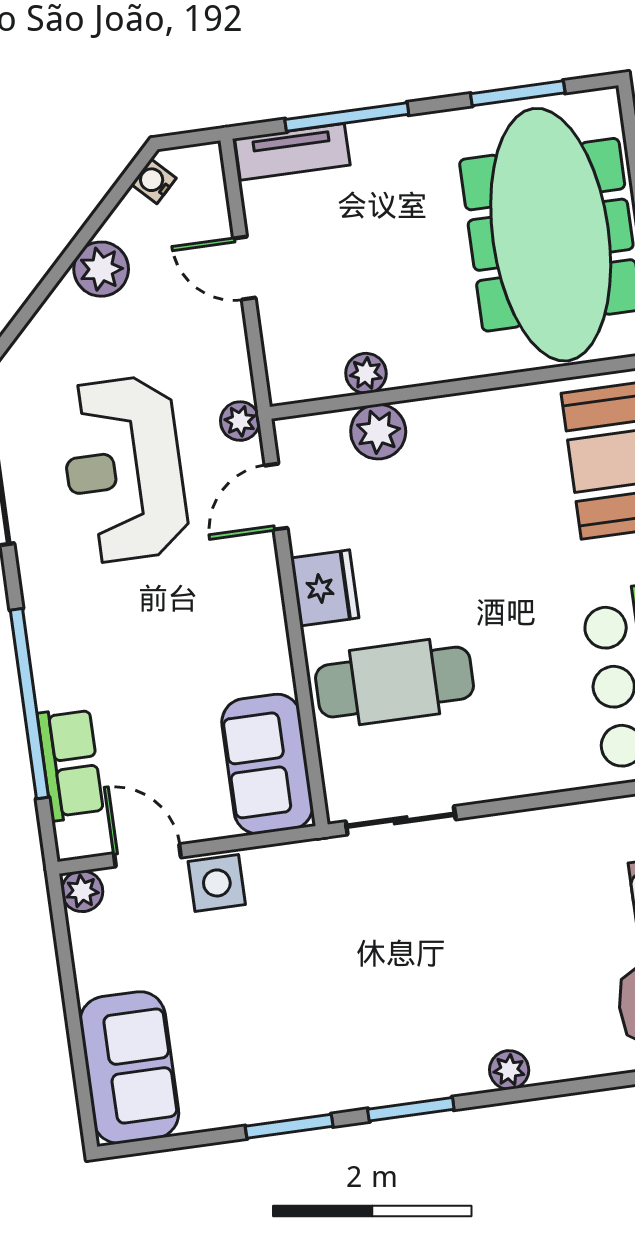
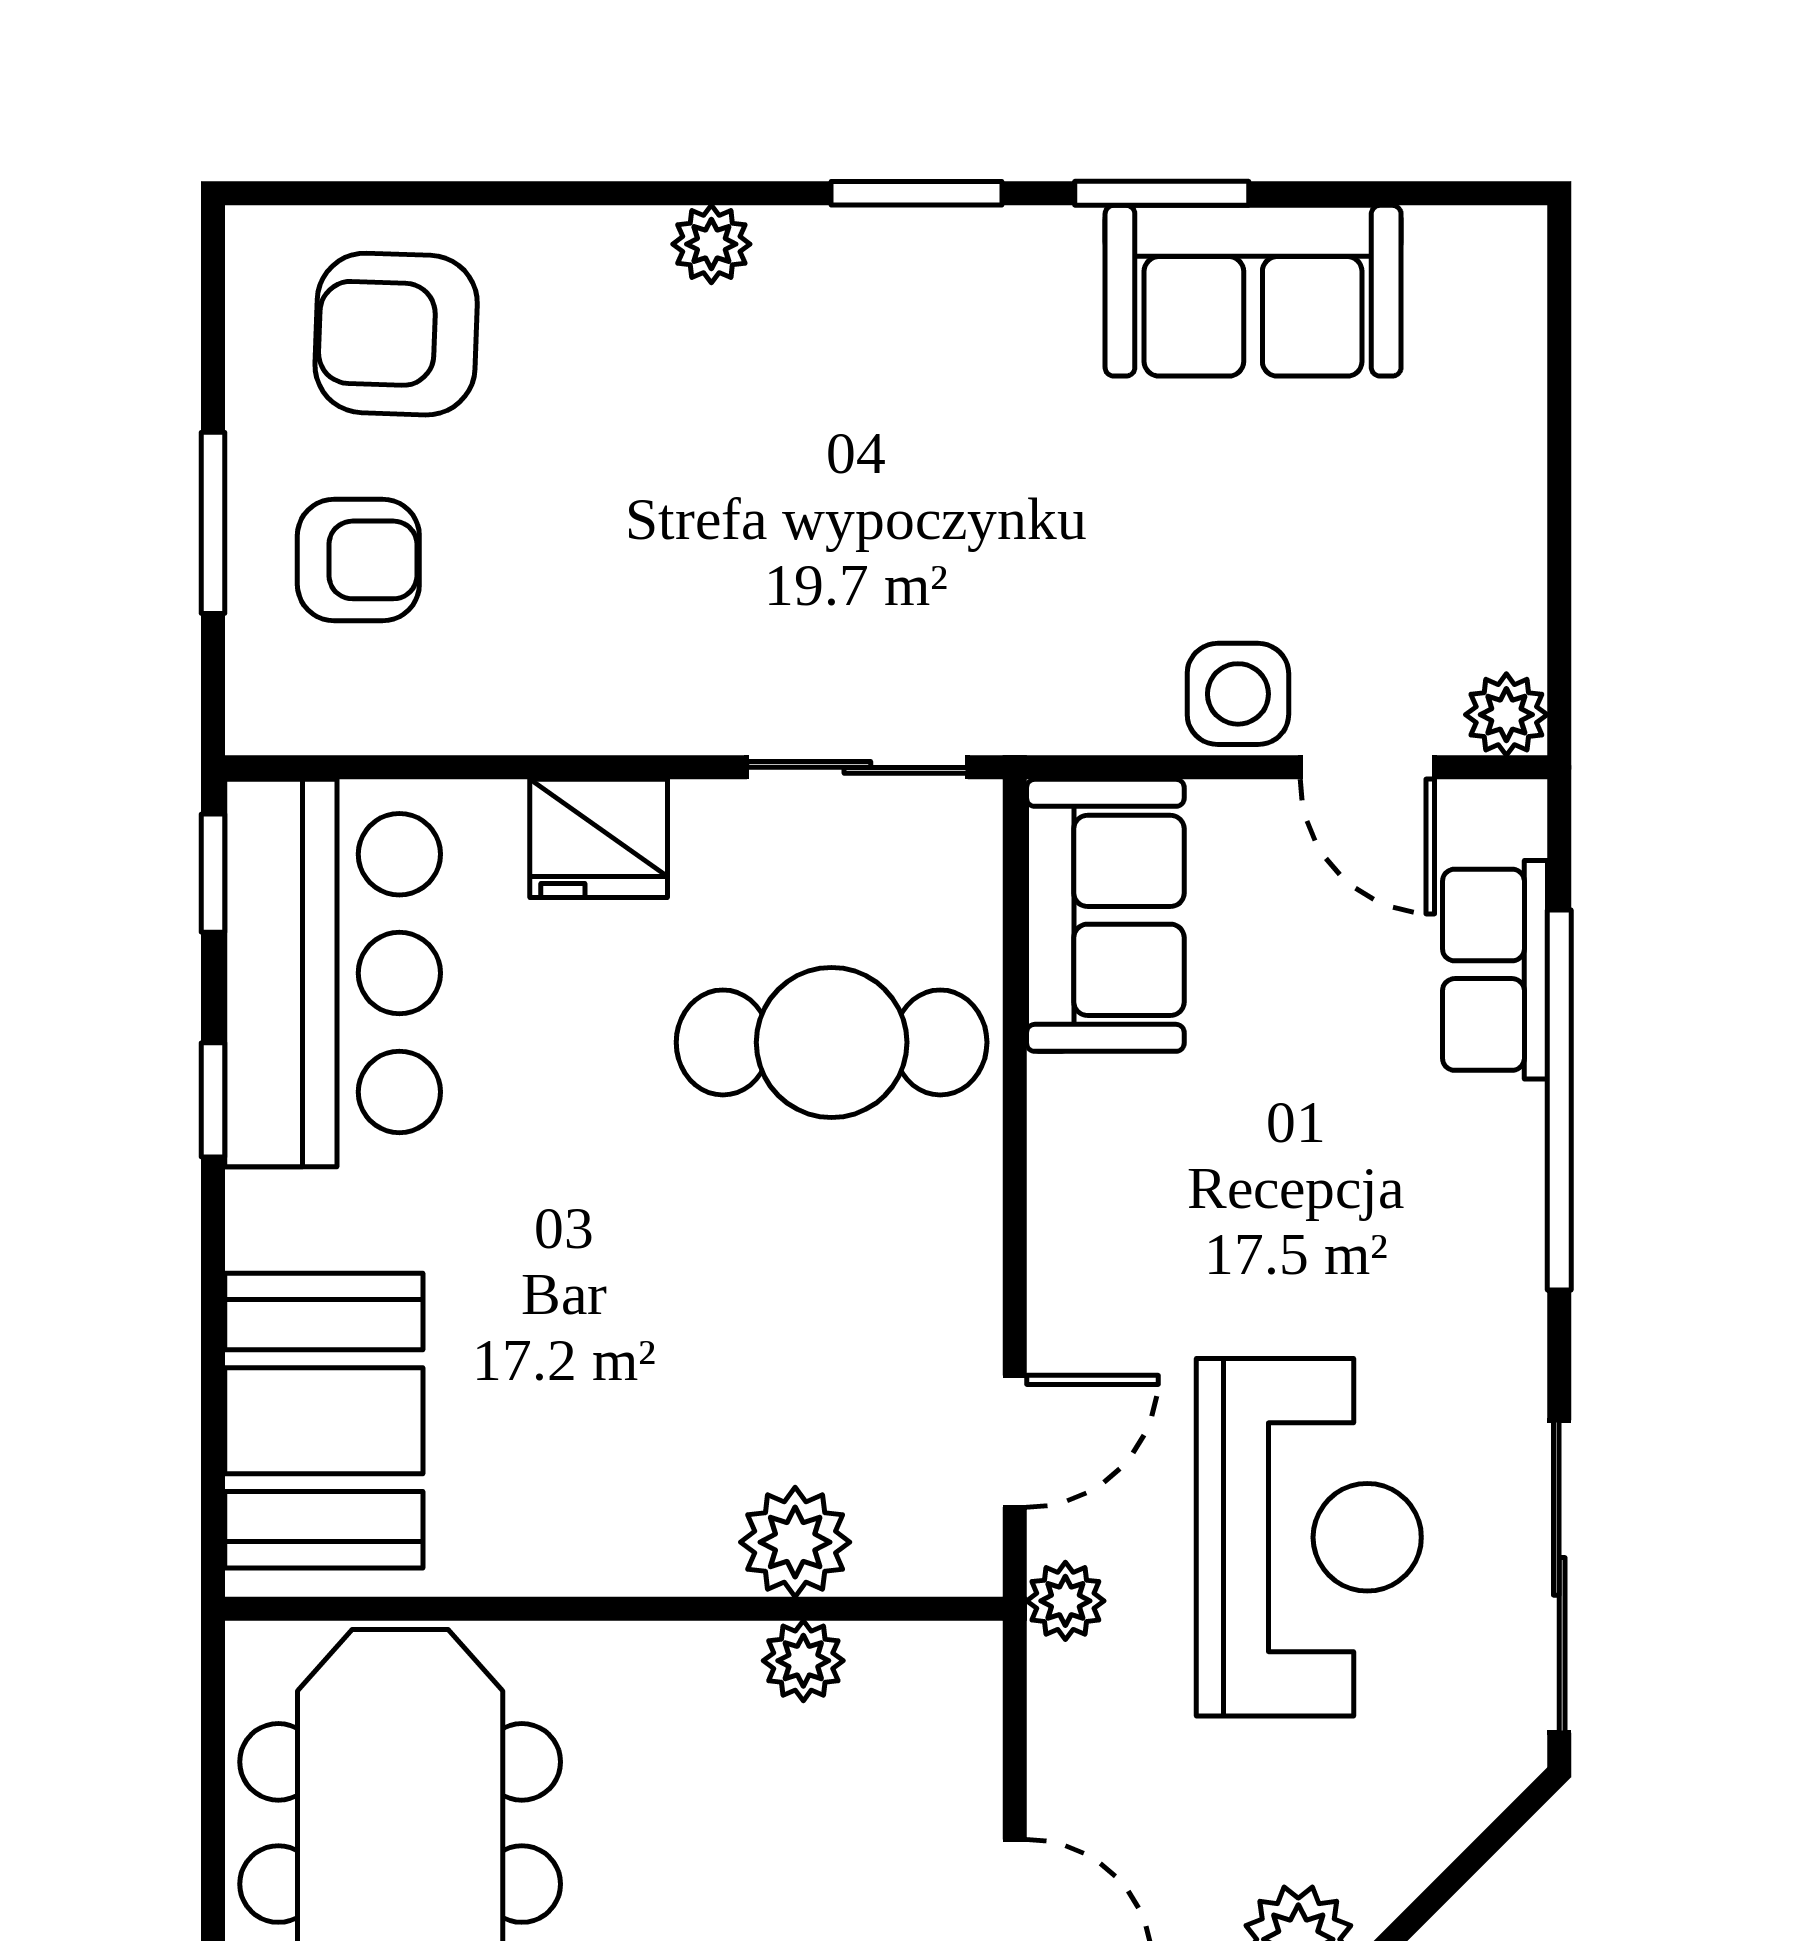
fridge: (325, 588) -> (599, 838), moved, turned -90
sofa: (129, 1068) -> (1253, 291), moved, turned -90

